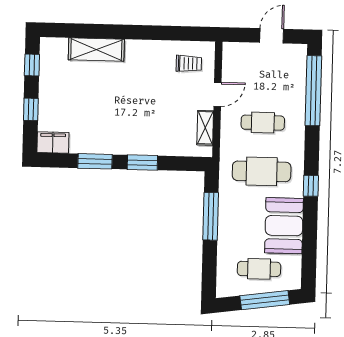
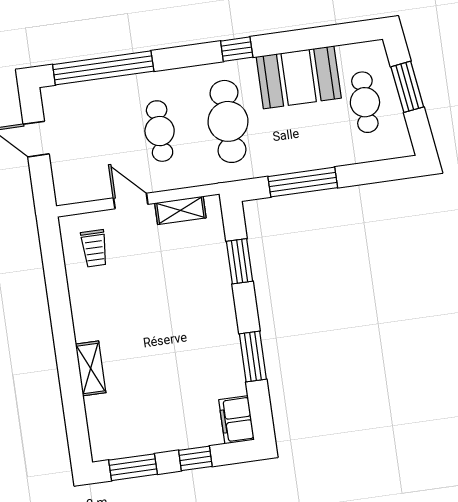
shelving: (96, 49) -> (91, 368), width x0.67, depth x0.75
trolley: (189, 63) -> (94, 248), turned 180
window: (32, 65) -> (133, 467), width x1.50
window: (142, 163) -> (240, 261), moved
window: (265, 300) -> (407, 87), width x0.69

